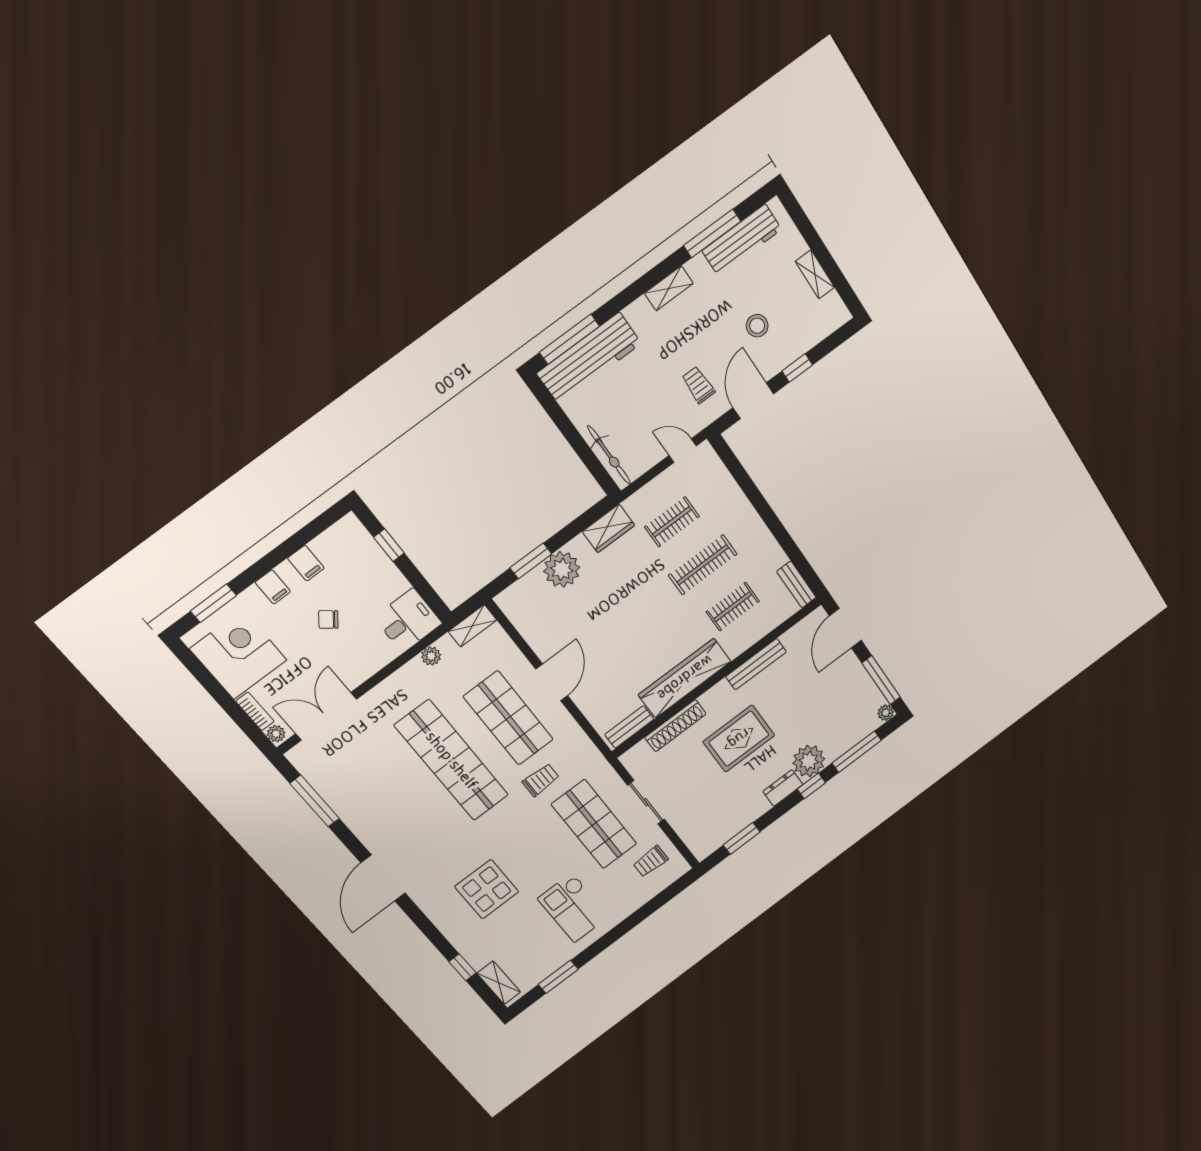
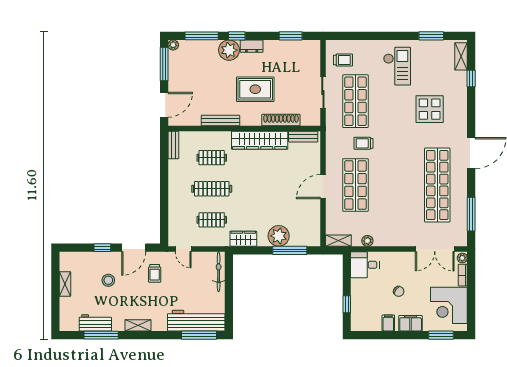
workbench: (742, 240) -> (95, 323), width x0.73
window: (531, 561) -> (290, 250), width x1.44
filing cabinet: (273, 587) -> (411, 323), width x2.00
shop shelf: (452, 760) -> (437, 185), moved

